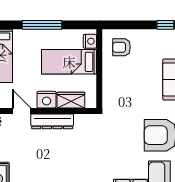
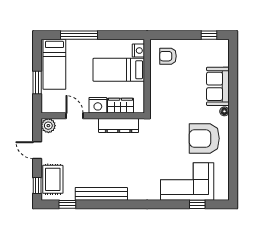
window: (42, 25) -> (79, 35), moved
dresser: (52, 121) -> (119, 126), moved

